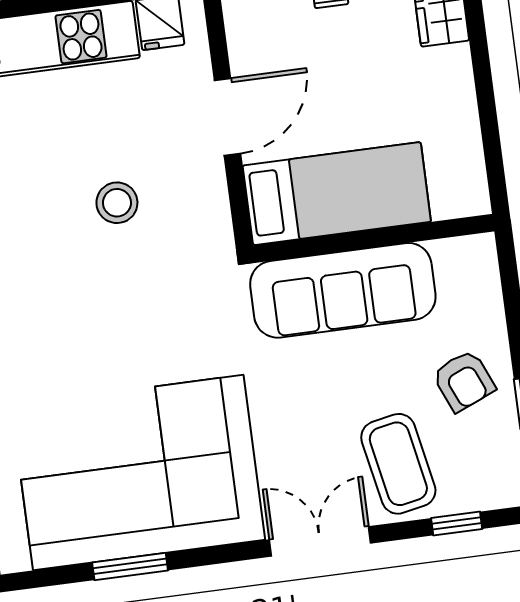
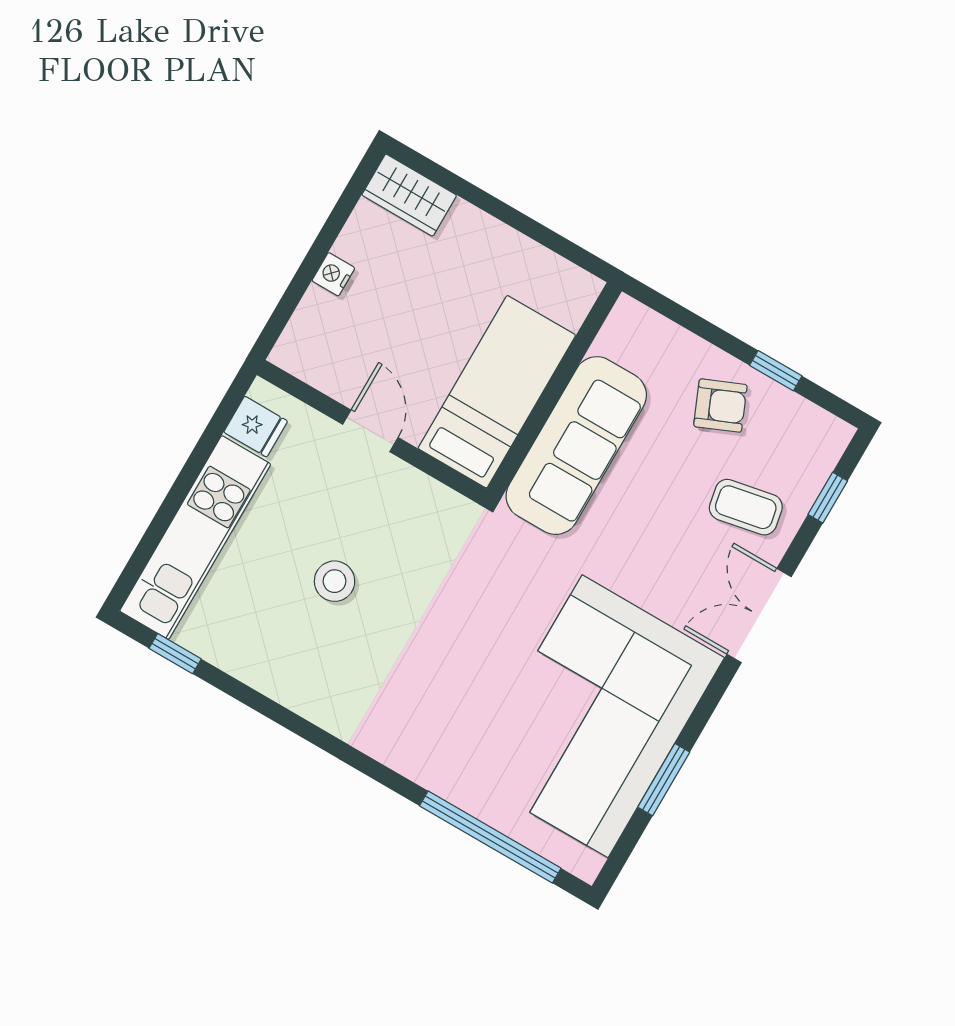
door: (227, 117) -> (370, 431), width x0.73
stool: (117, 203) -> (335, 581), moved
coffee table: (398, 464) -> (746, 507), width x0.73, depth x0.77

